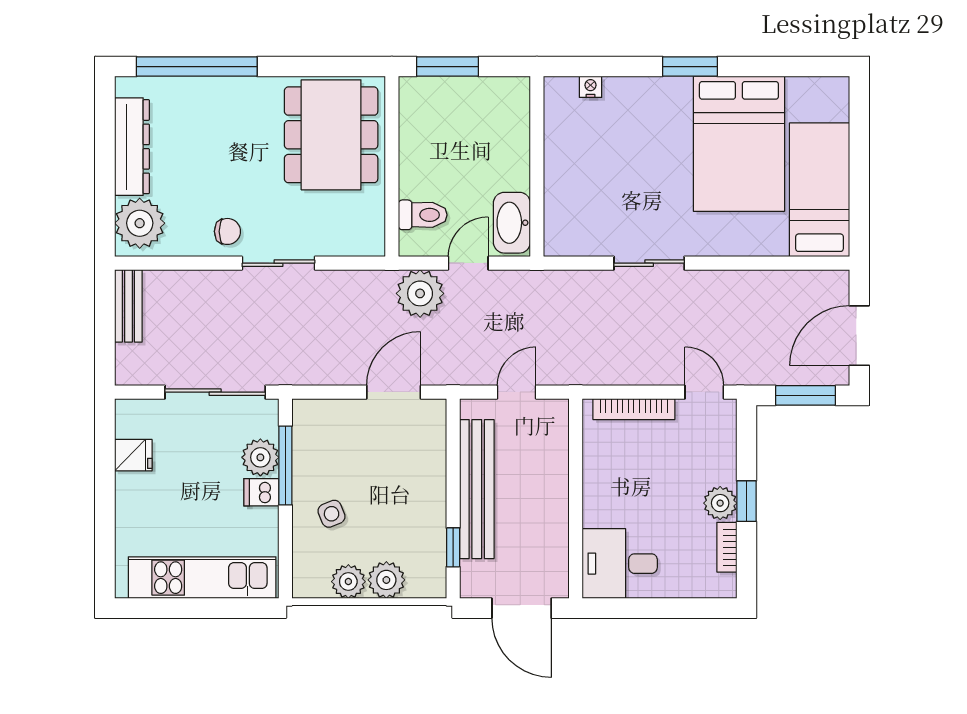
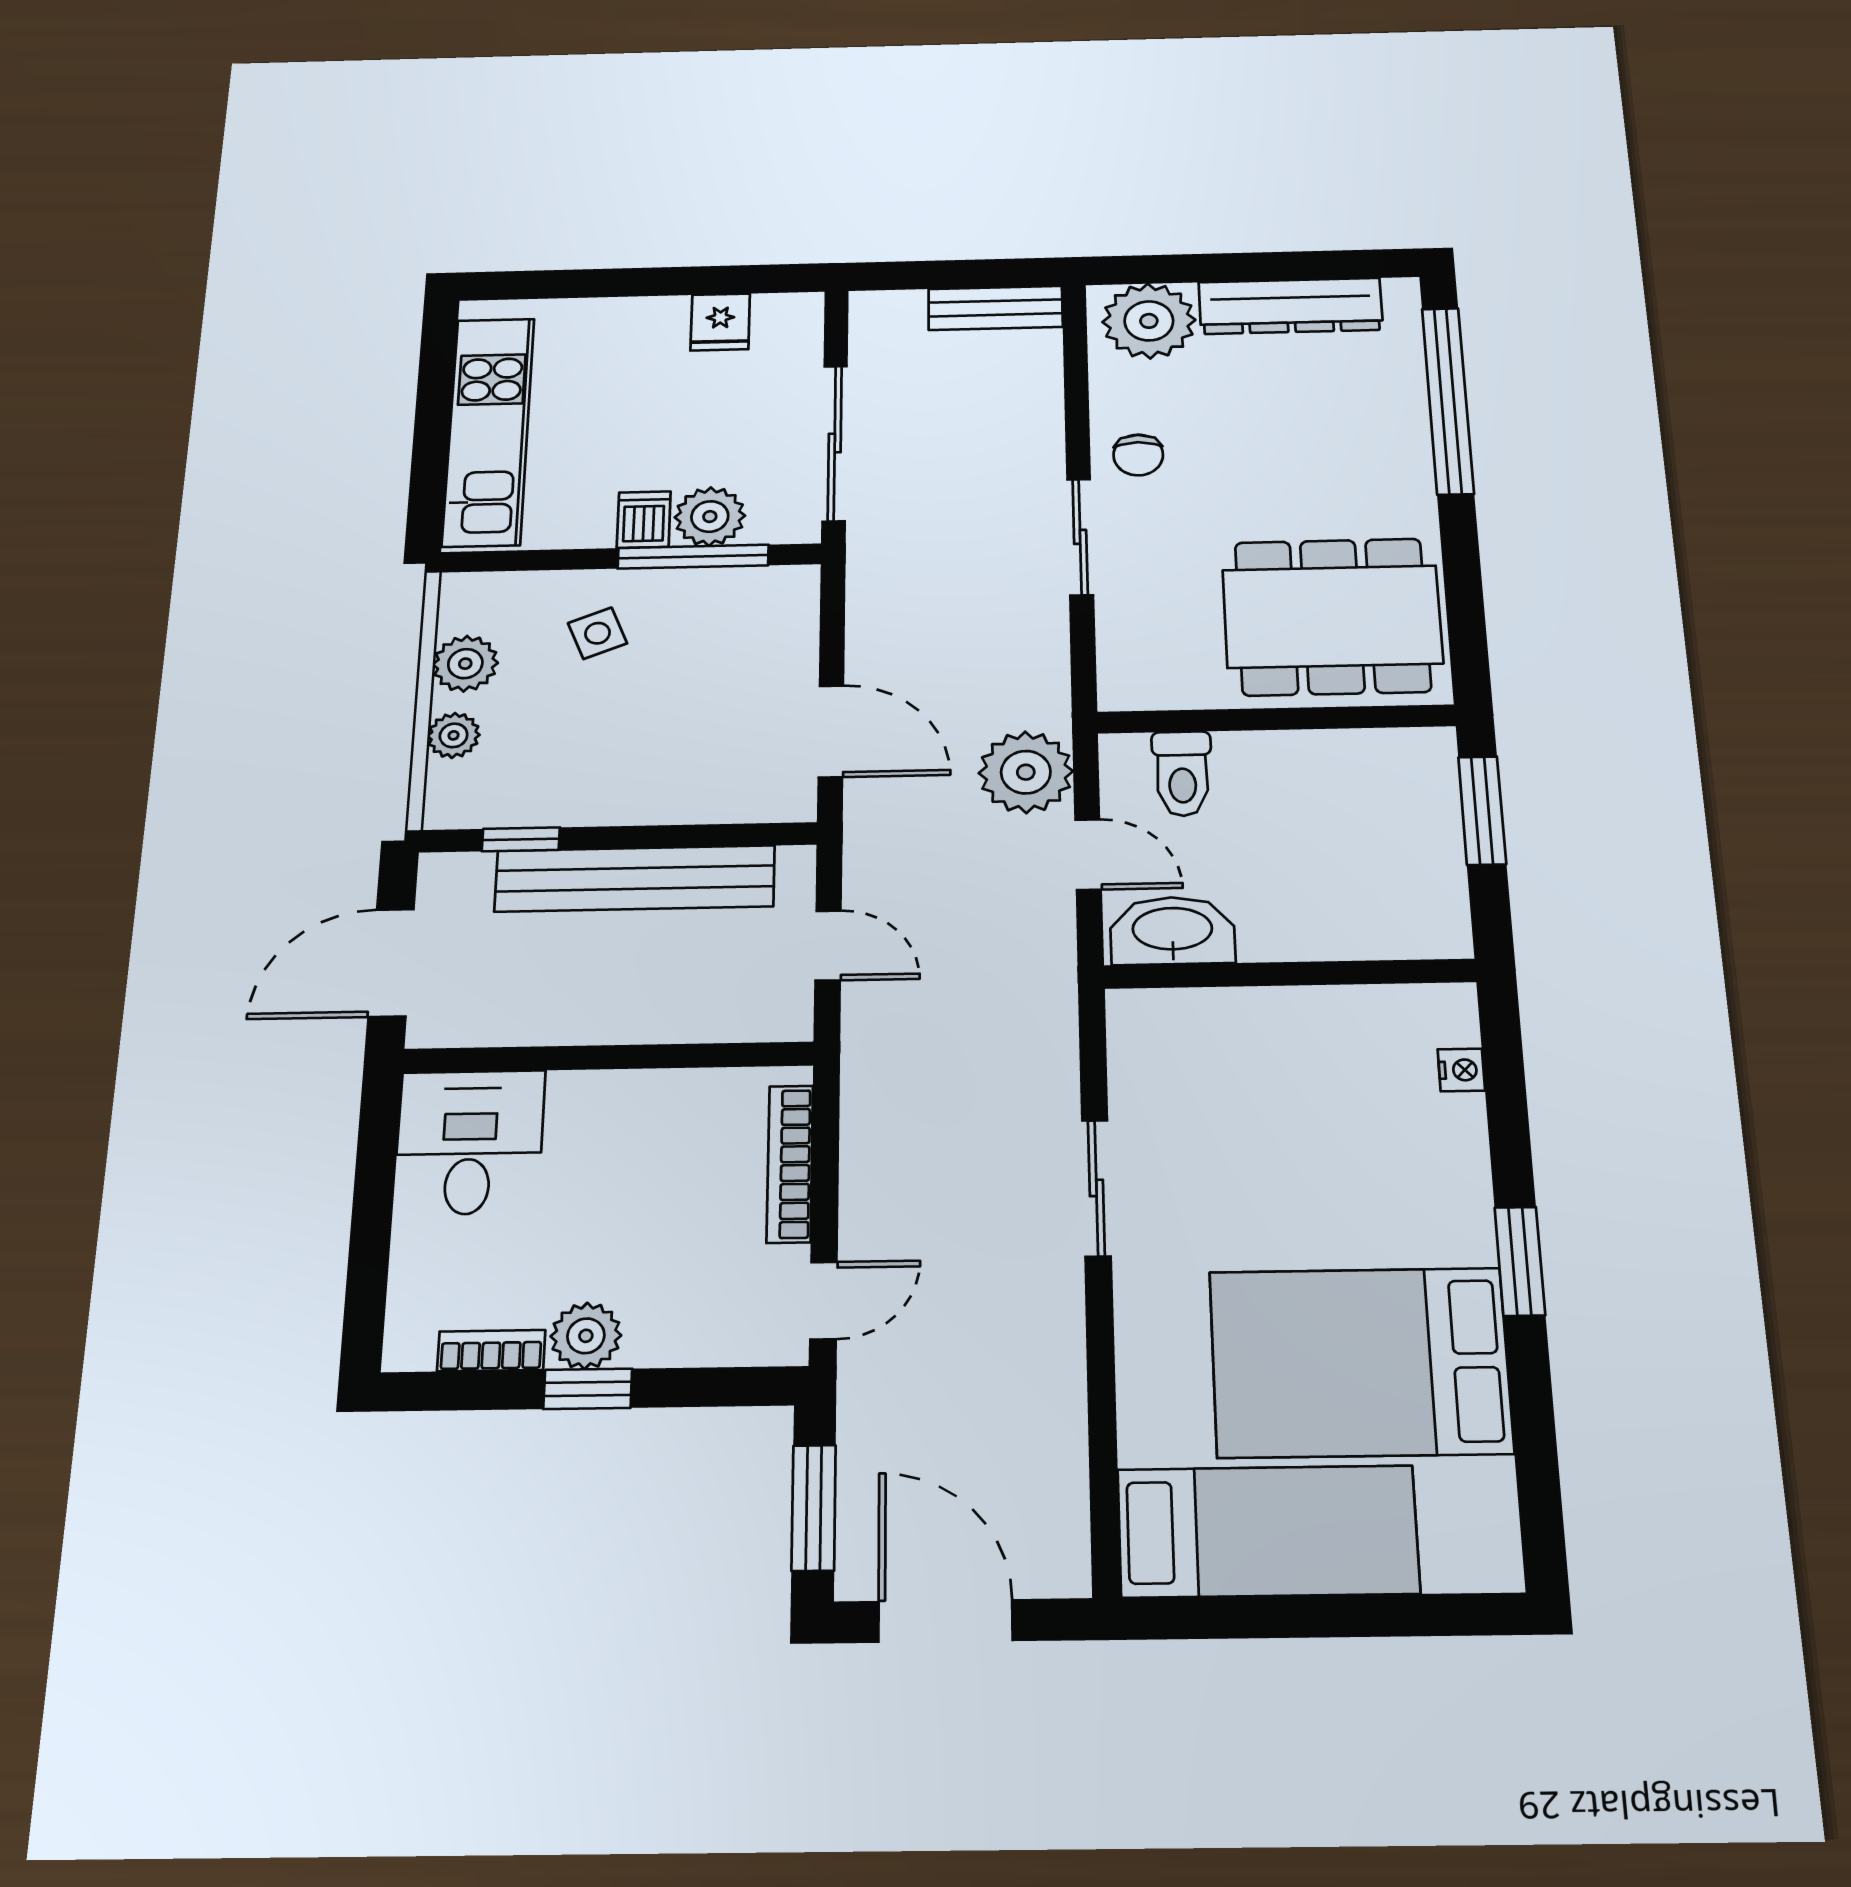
plant: (386, 580) -> (454, 735), width x0.73, depth x0.73

